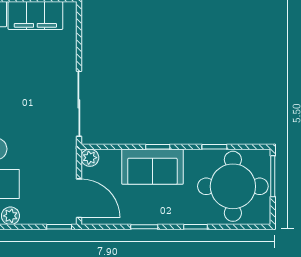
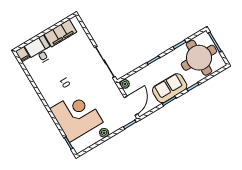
sofa: (152, 167) -> (170, 88), moved, turned 180
door: (79, 198) -> (131, 106), hinge flipped

